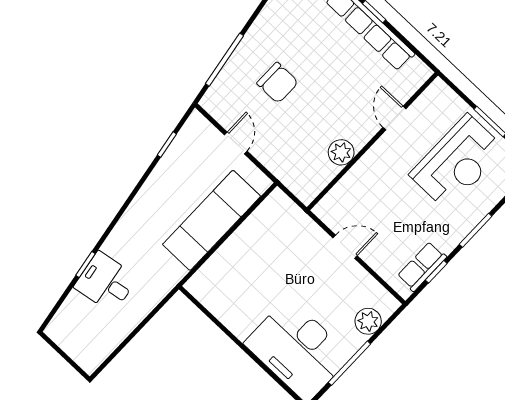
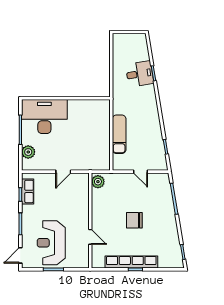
chair: (278, 83) -> (134, 220), moved
plant: (341, 152) -> (98, 182), moved
exam couch: (211, 220) -> (119, 134), width x0.73, depth x0.69

